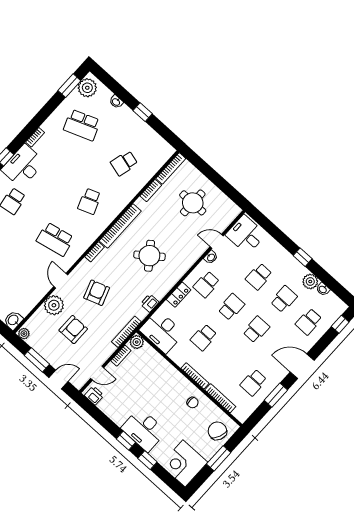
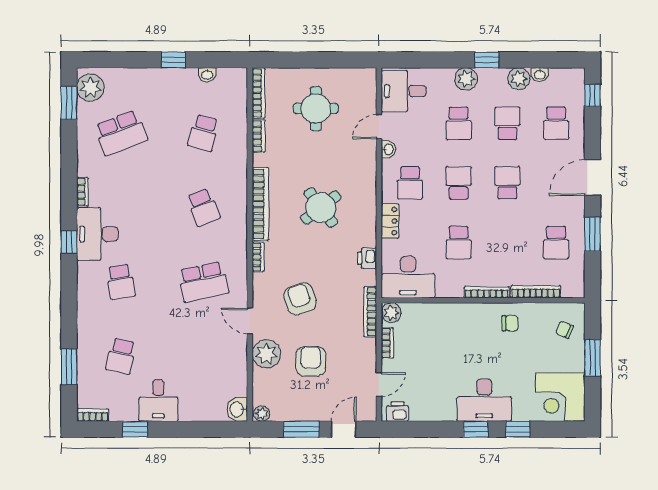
washbasin: (116, 102) -> (207, 75), moved
plant: (283, 257) -> (466, 79), added
chair: (217, 431) -> (565, 330), width x0.54, depth x0.54

